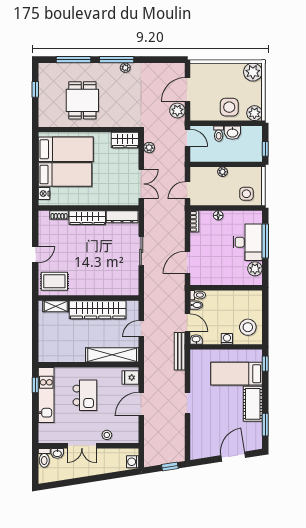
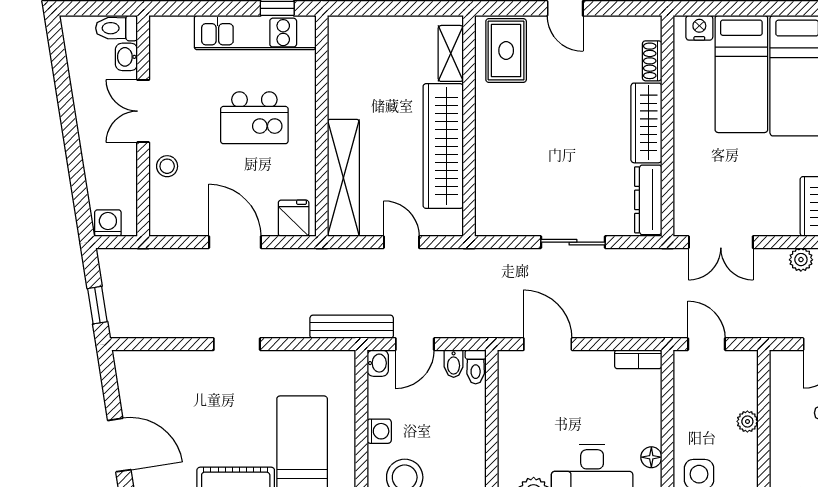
floor lamp: (218, 215) -> (651, 457), moved

